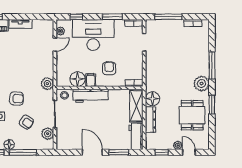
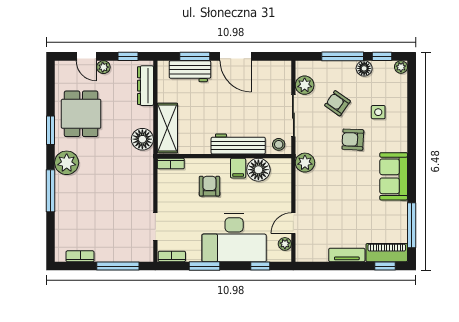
armchair: (109, 68) -> (209, 186), turned 180
dresser: (151, 120) -> (145, 86), moved
workbench: (136, 136) -> (190, 71), moved, turned 90

